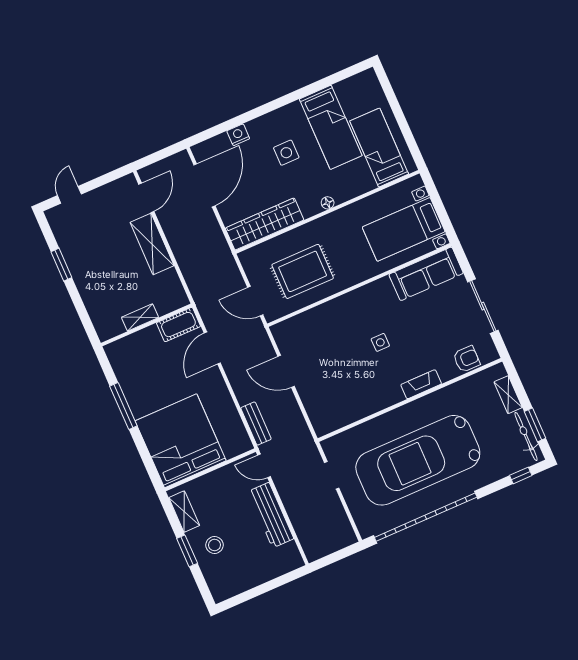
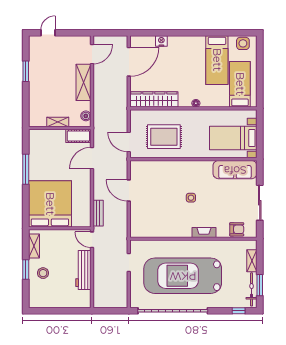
side table: (286, 153) -> (243, 43), moved
boiler: (177, 291) -> (86, 116), added

